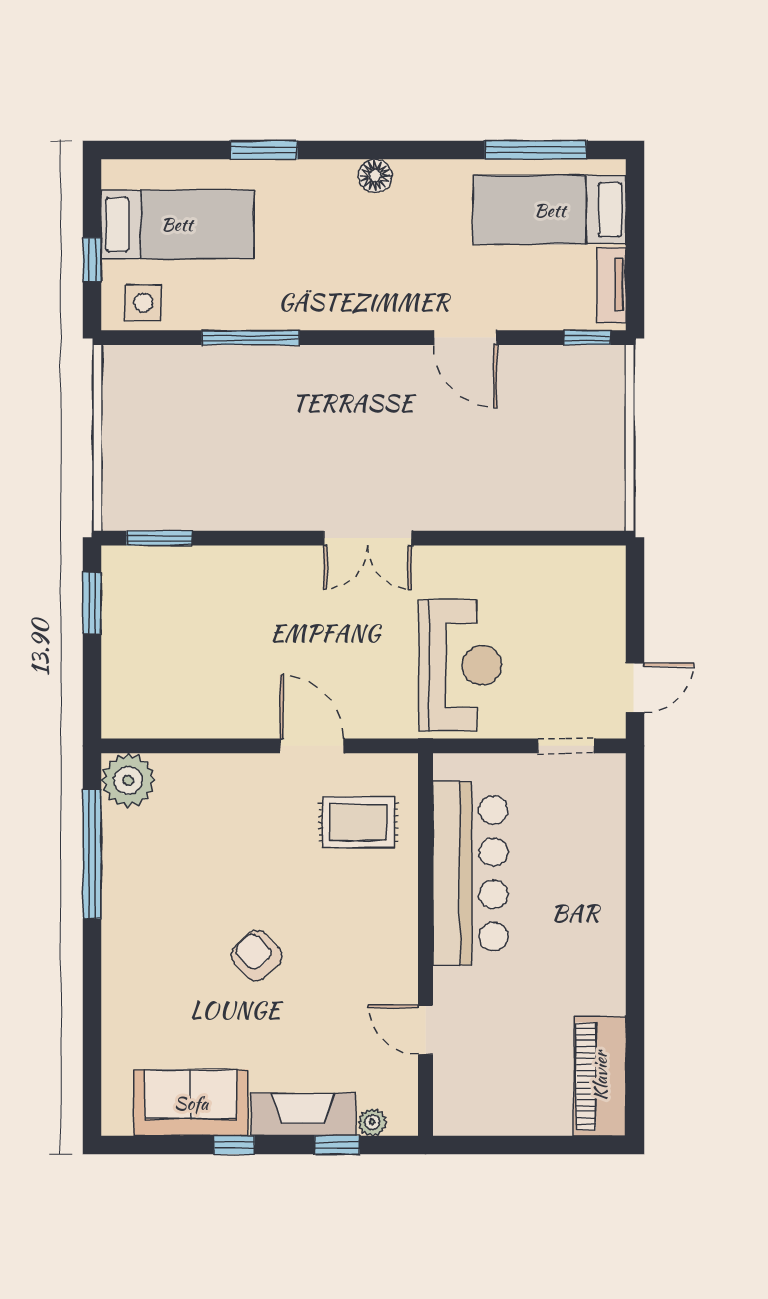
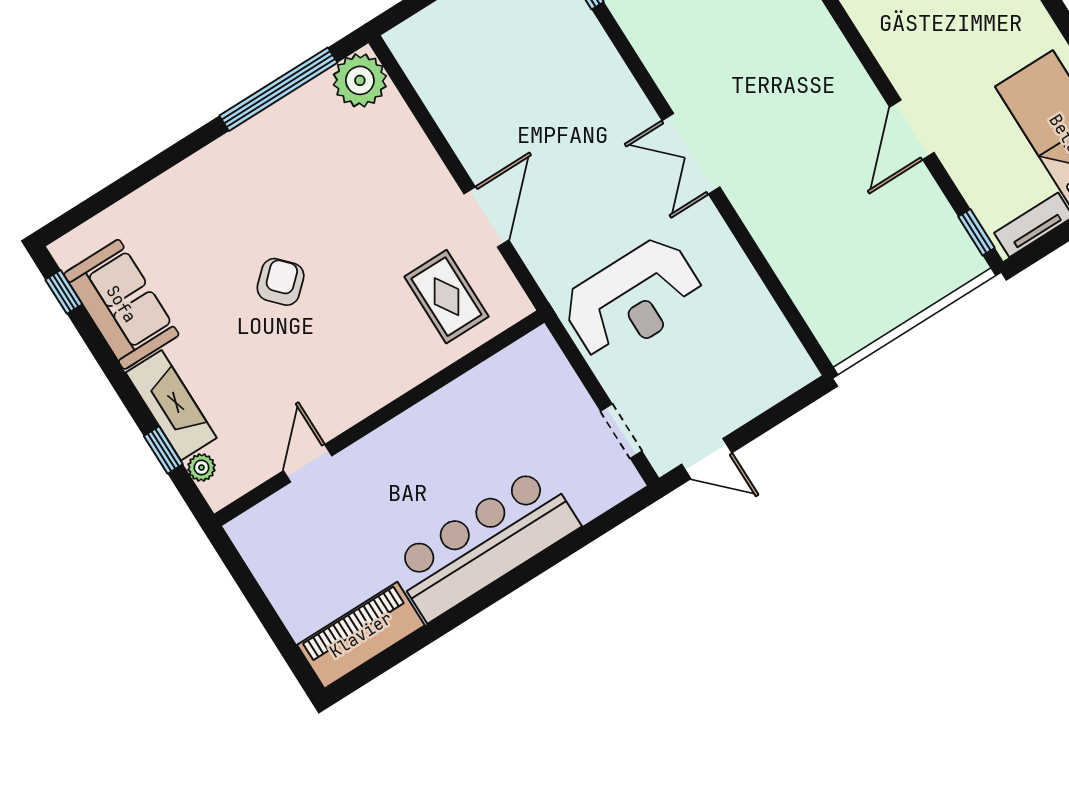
bar counter: (470, 873) -> (485, 544), moved, turned 180
window: (234, 1145) -> (64, 292), moved

